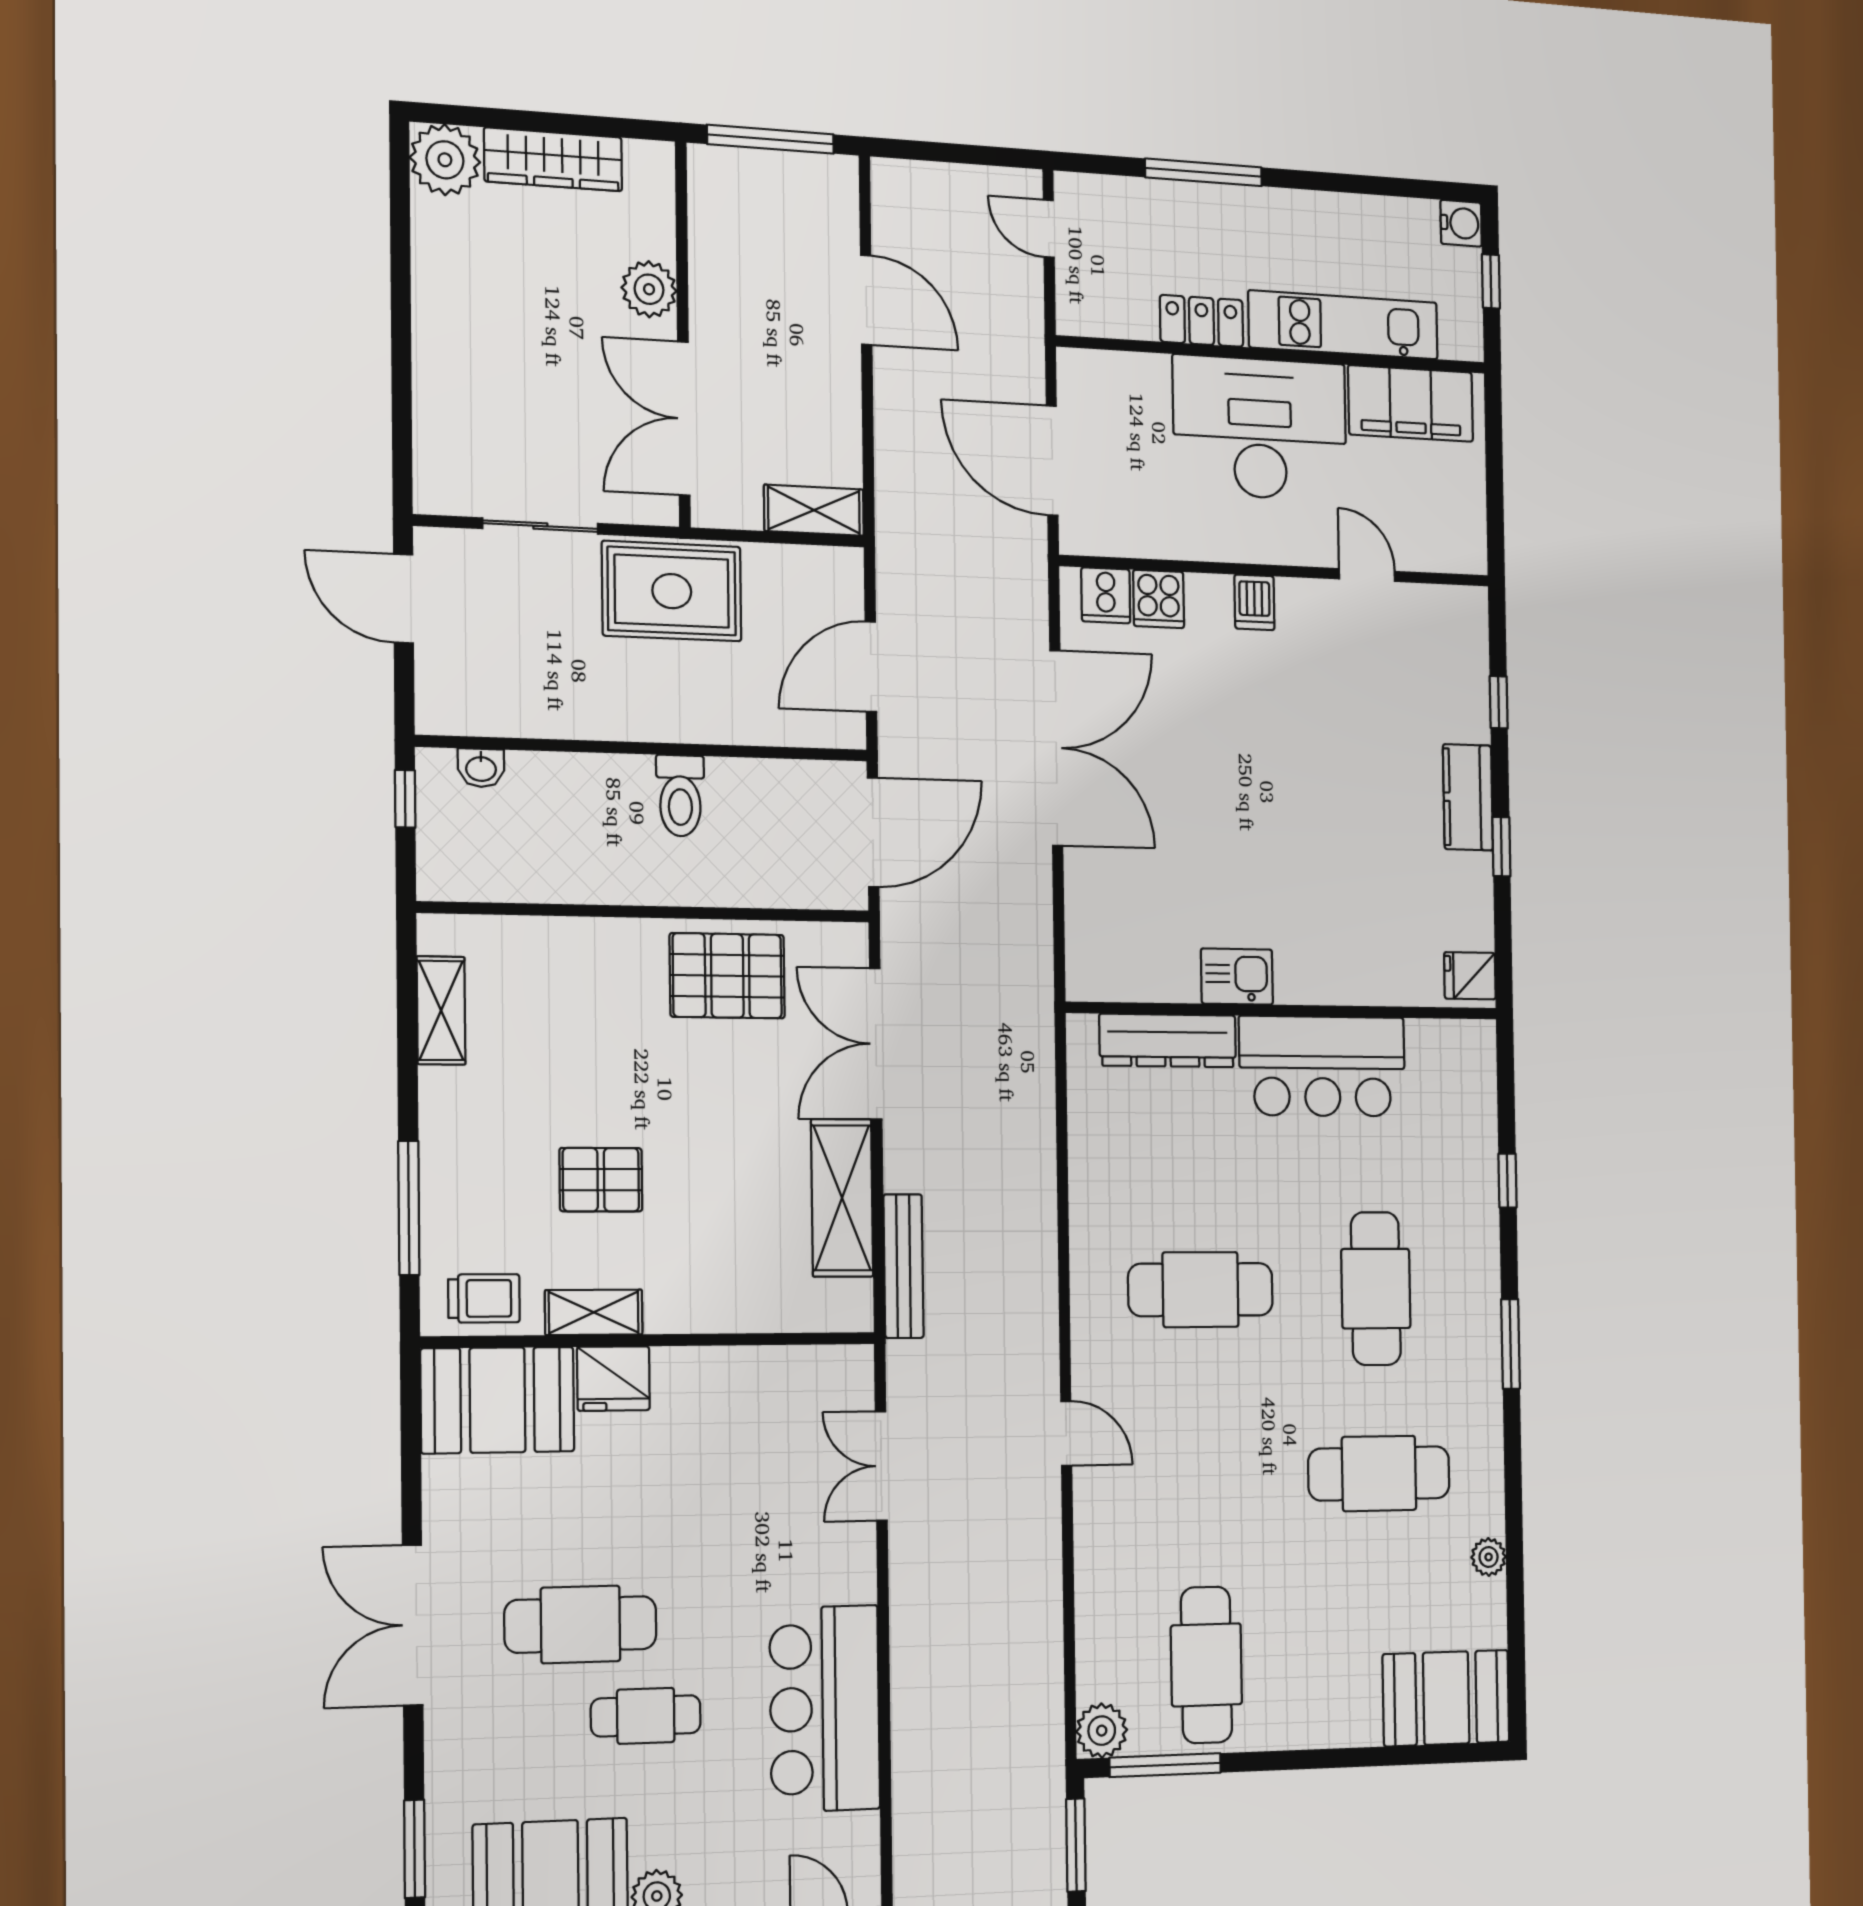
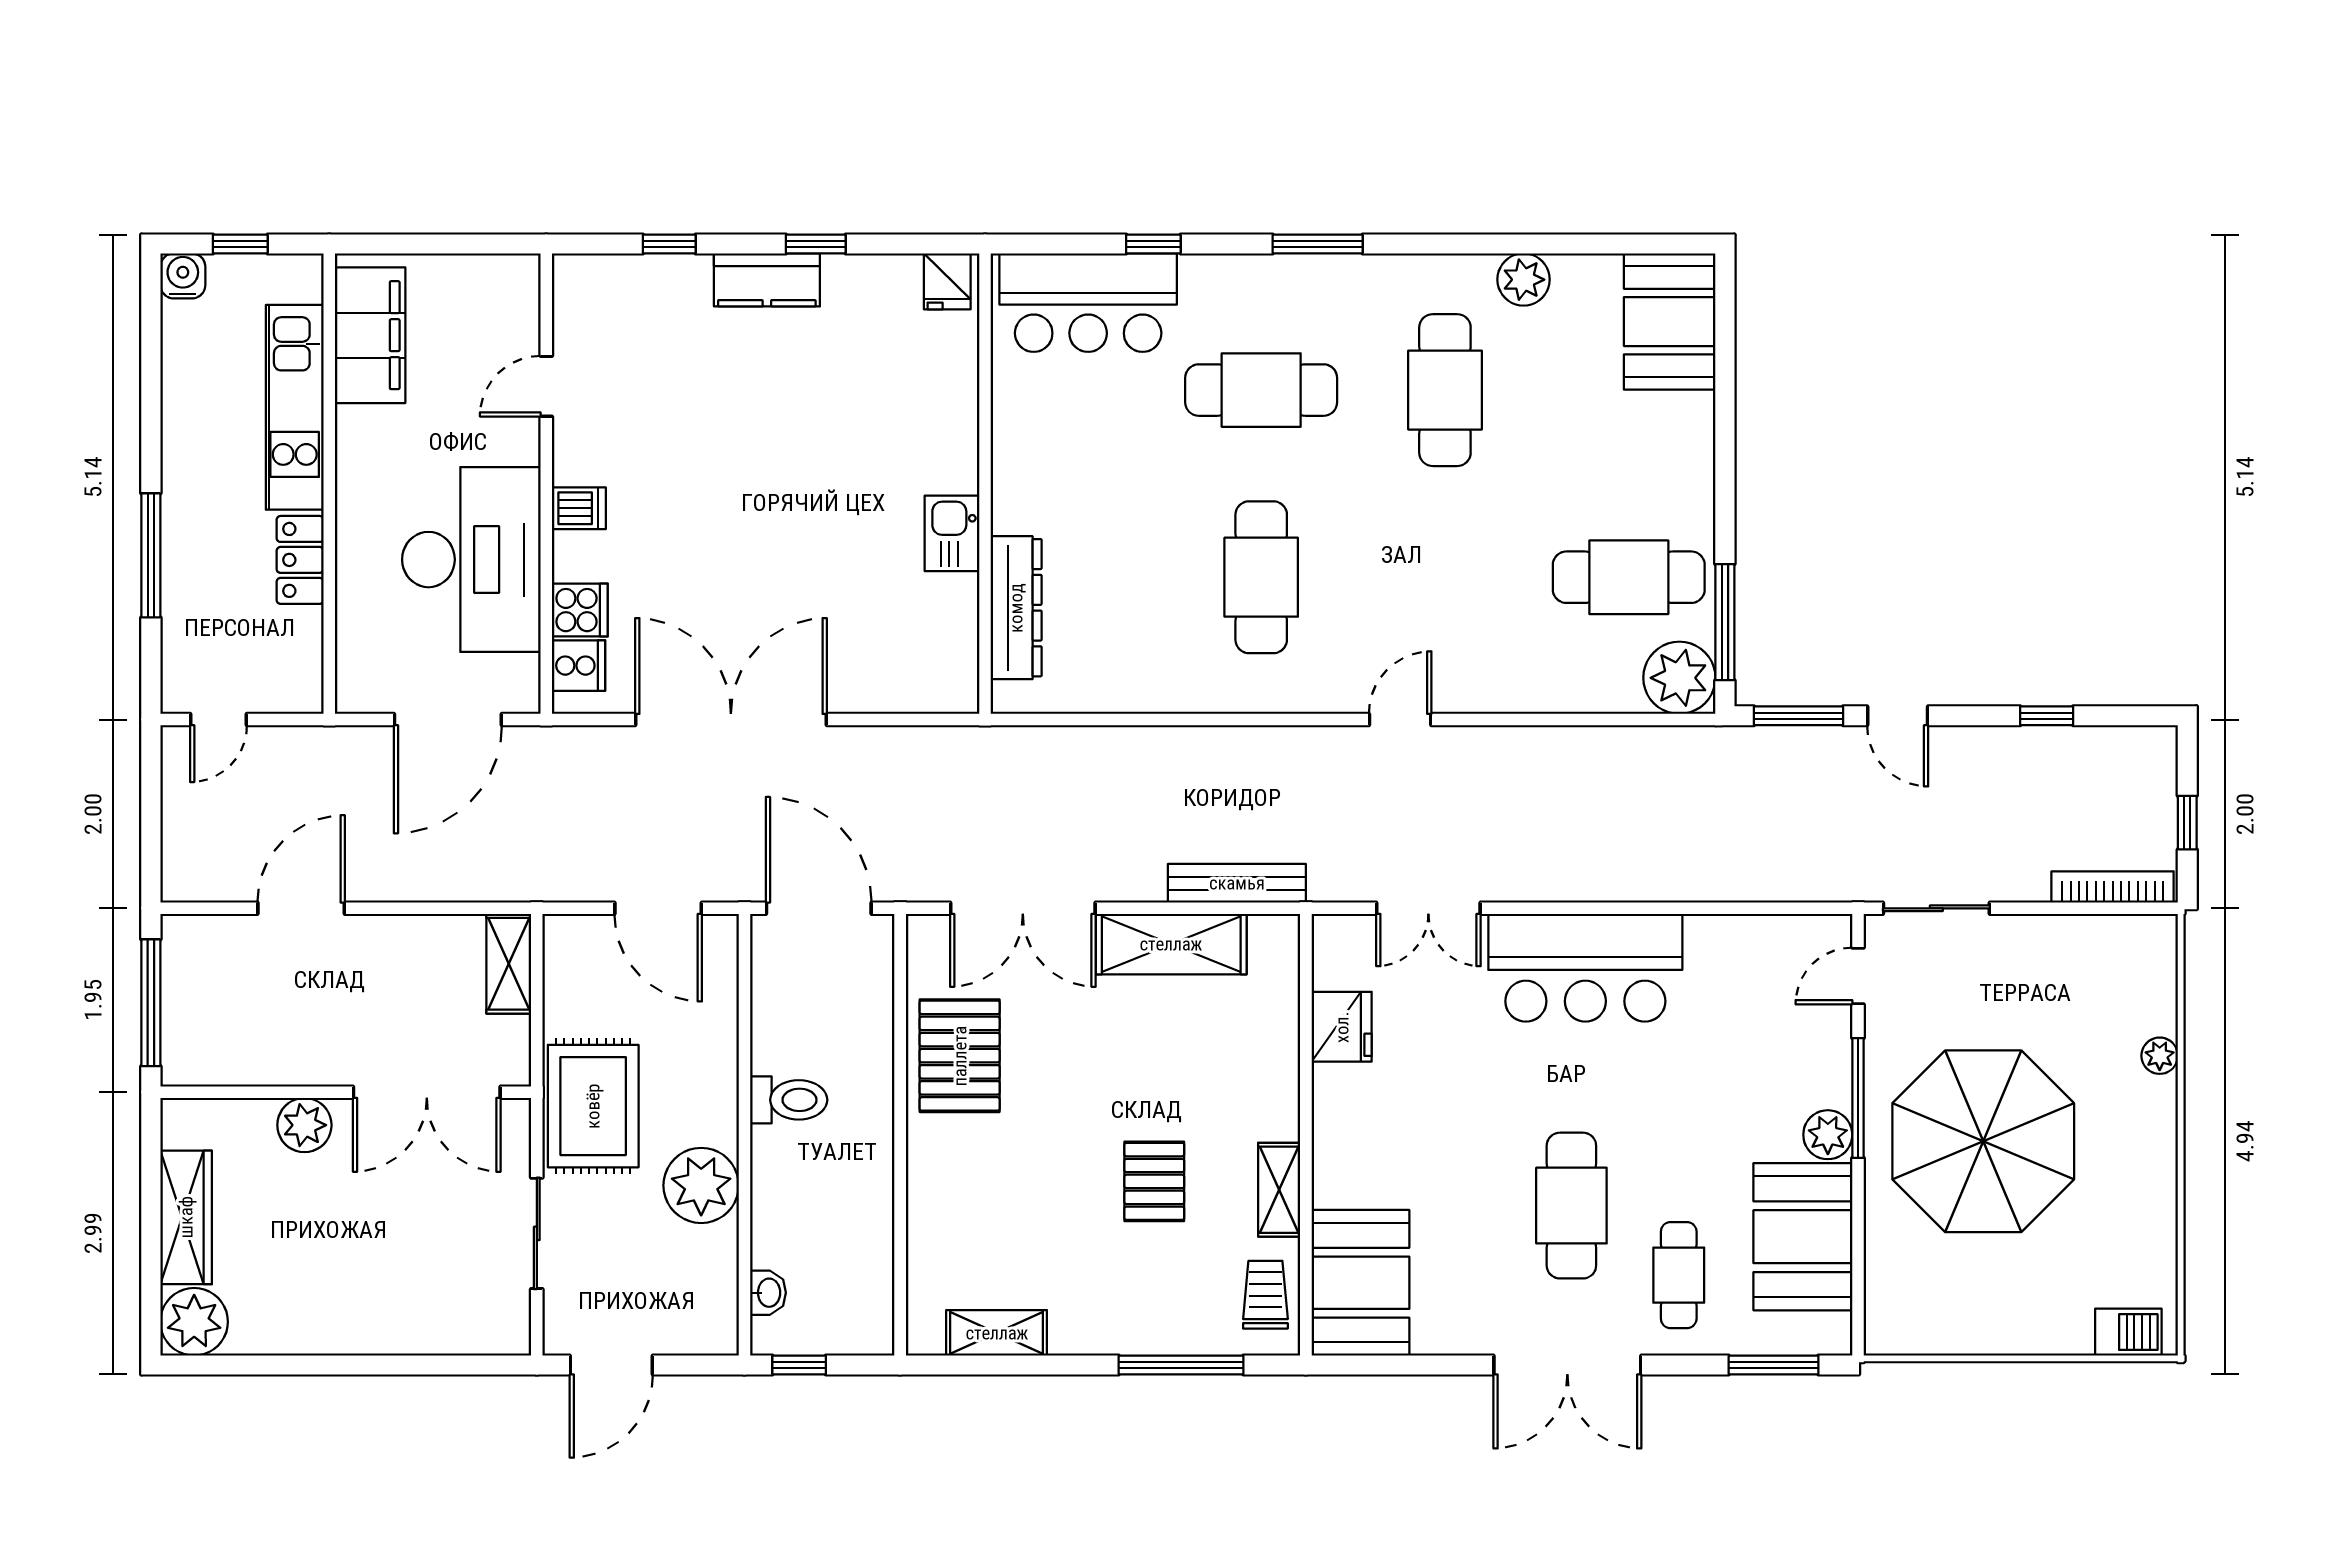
desk: (1260, 428) -> (471, 560), moved, turned 180
plant: (592, 701) -> (701, 1185), added
bar counter: (1322, 1066) -> (1088, 303), moved, turned 90
fridge: (613, 1379) -> (1342, 1027), moved
plant: (1489, 1557) -> (1524, 280), width x1.38, depth x1.38
bar counter: (825, 1709) -> (1585, 968), moved
cafe table: (646, 1716) -> (1679, 1275), moved
plant: (1102, 1731) -> (1679, 678), width x1.36, depth x1.36

